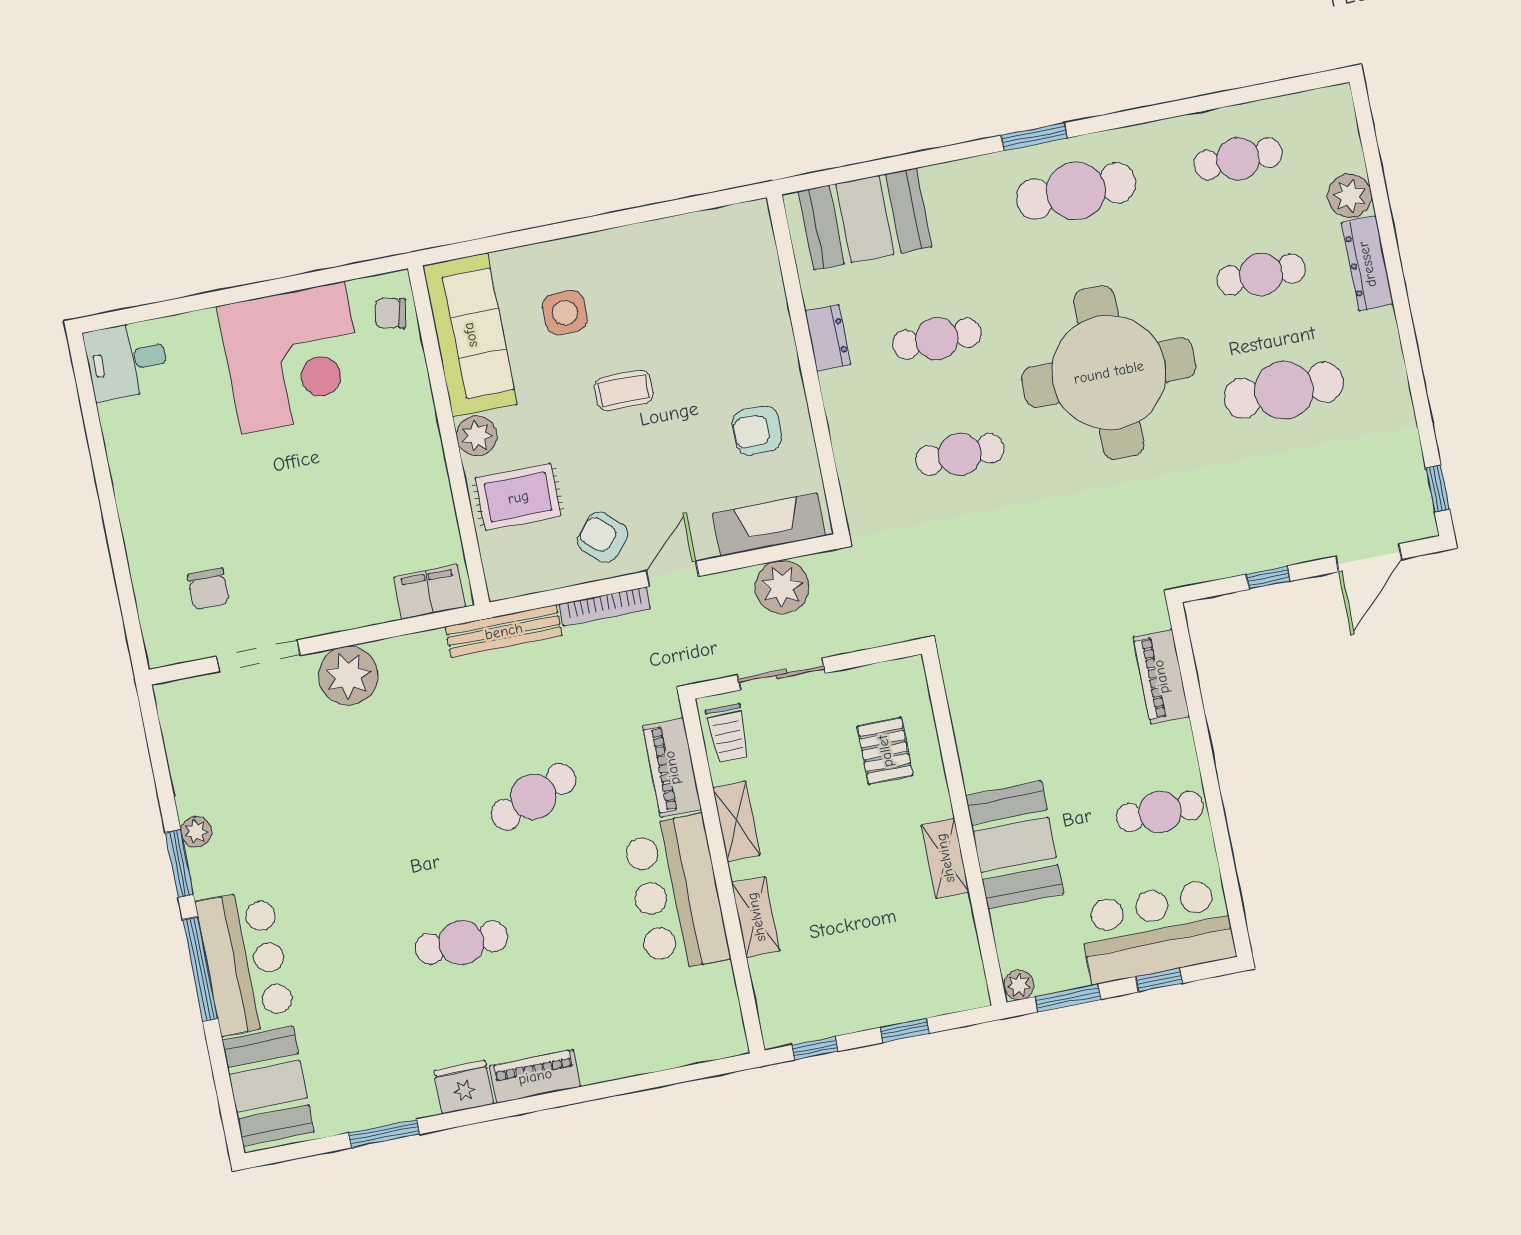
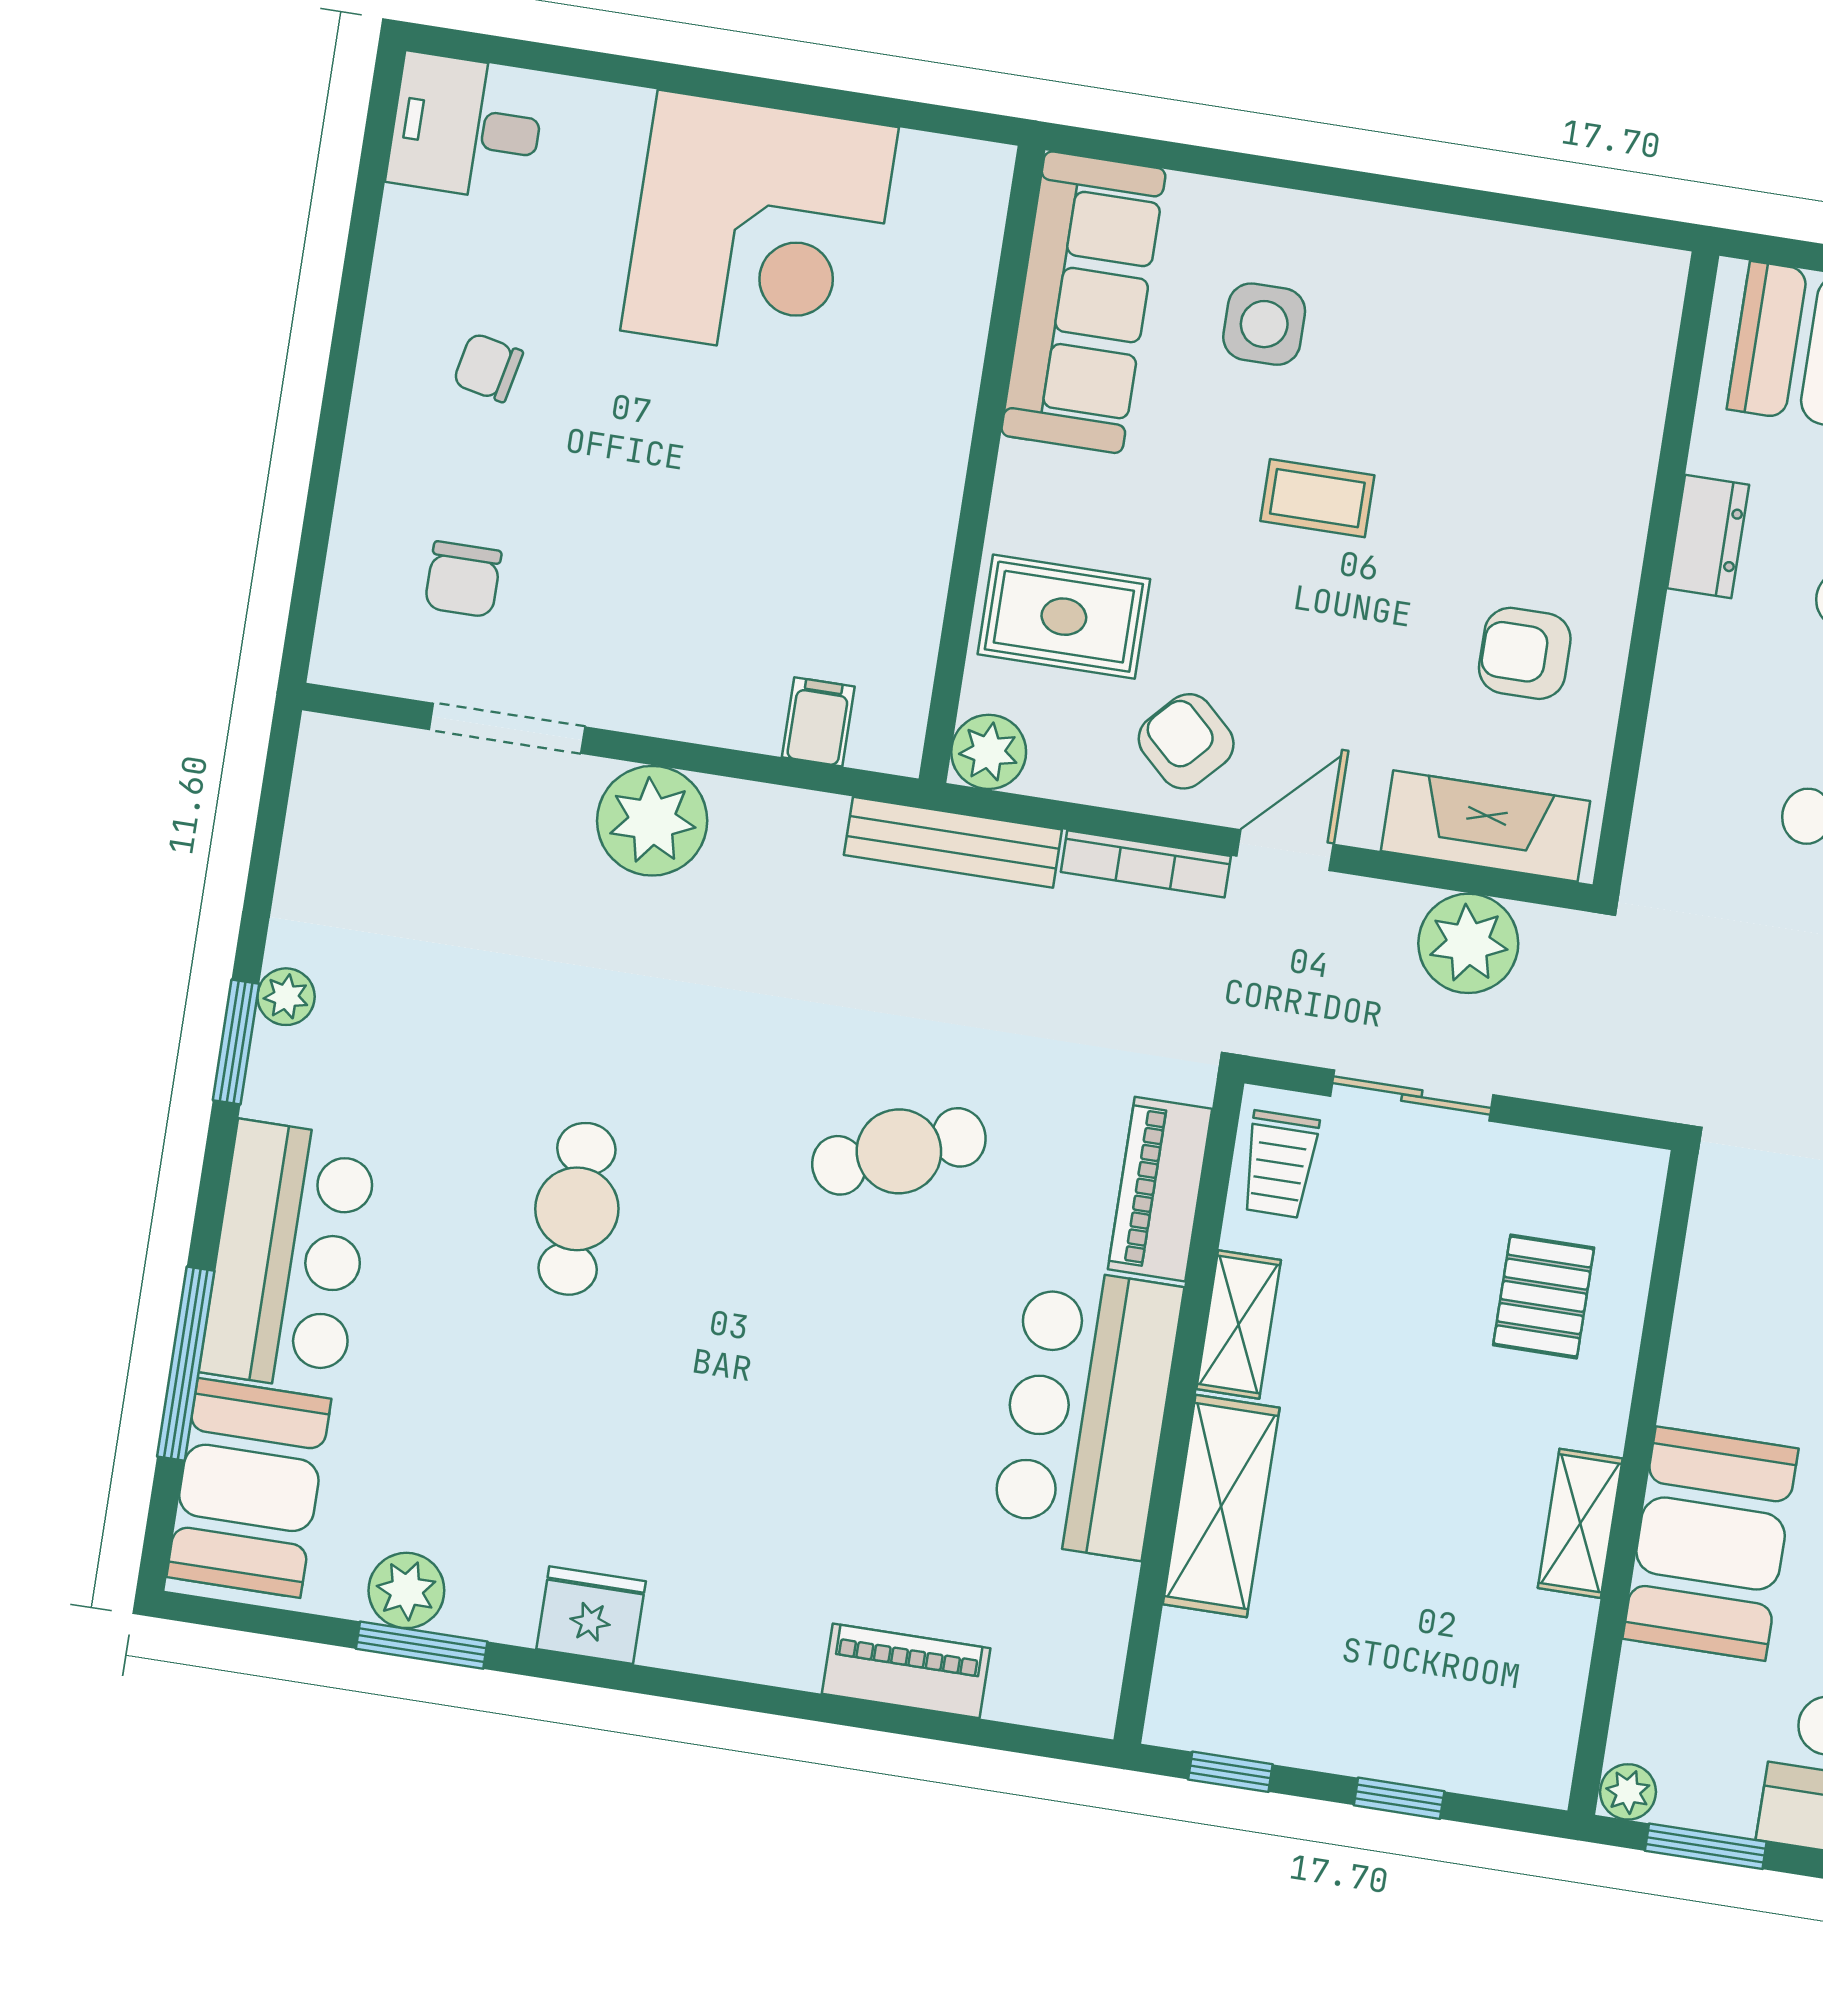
chair: (391, 313) -> (488, 367), moved
plant: (477, 436) -> (989, 752), moved
filing cabinet: (430, 592) -> (818, 722), width x0.50
shelving: (756, 917) -> (1221, 1506), width x1.50, depth x1.33
cafe table: (461, 943) -> (577, 1209), moved, turned 90
window: (200, 969) -> (186, 1364), moved
piano: (535, 1076) -> (906, 1671), moved
plant: (366, 1109) -> (406, 1590), added

